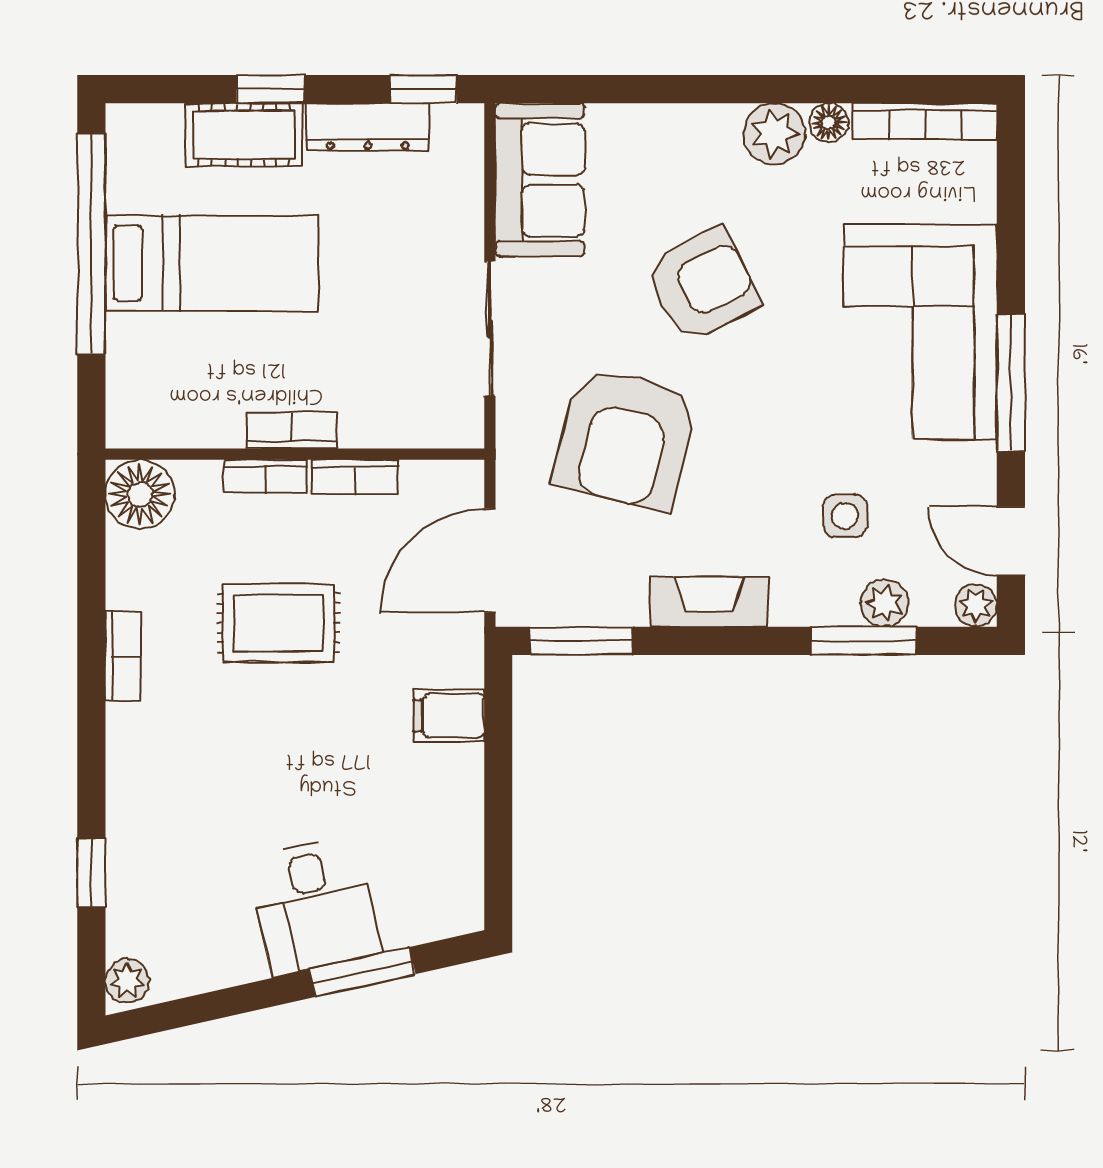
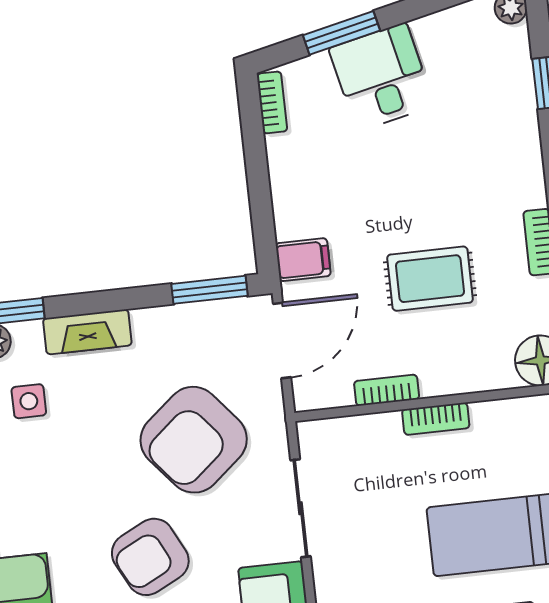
armchair: (626, 438) -> (194, 440), turned -144
bookcase: (265, 476) -> (272, 102), moved, turned 90
fireplace: (709, 602) -> (87, 332), moved
filing cabinet: (449, 716) -> (303, 260), moved

